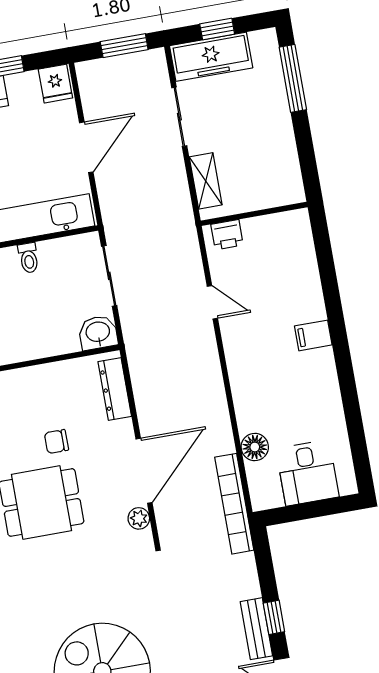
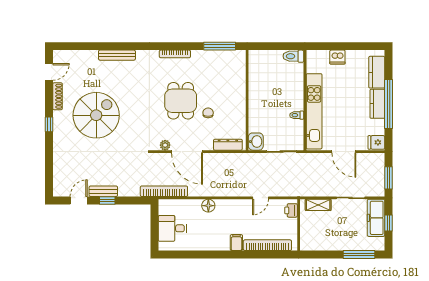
bookcase: (307, 271) -> (267, 245), added
floor lamp: (255, 447) -> (208, 206), moved

